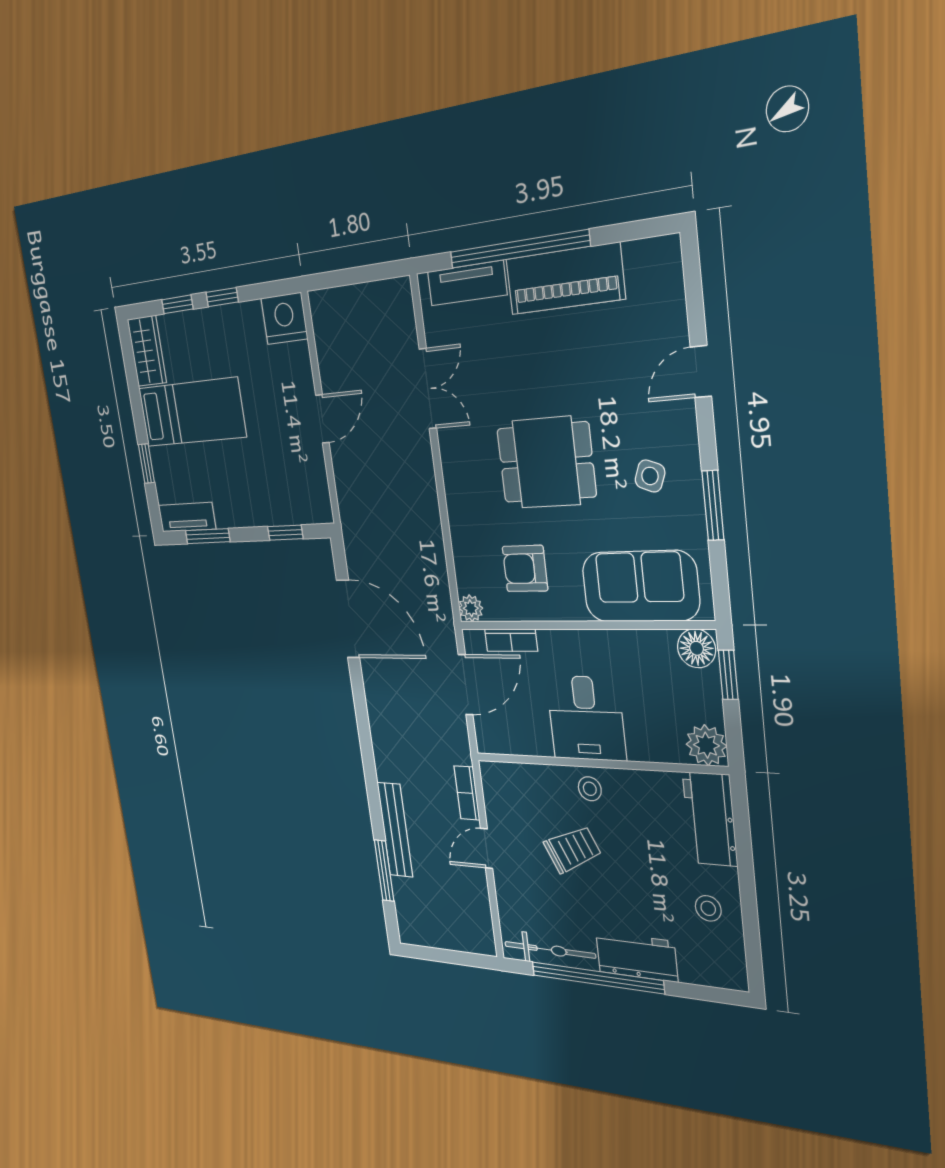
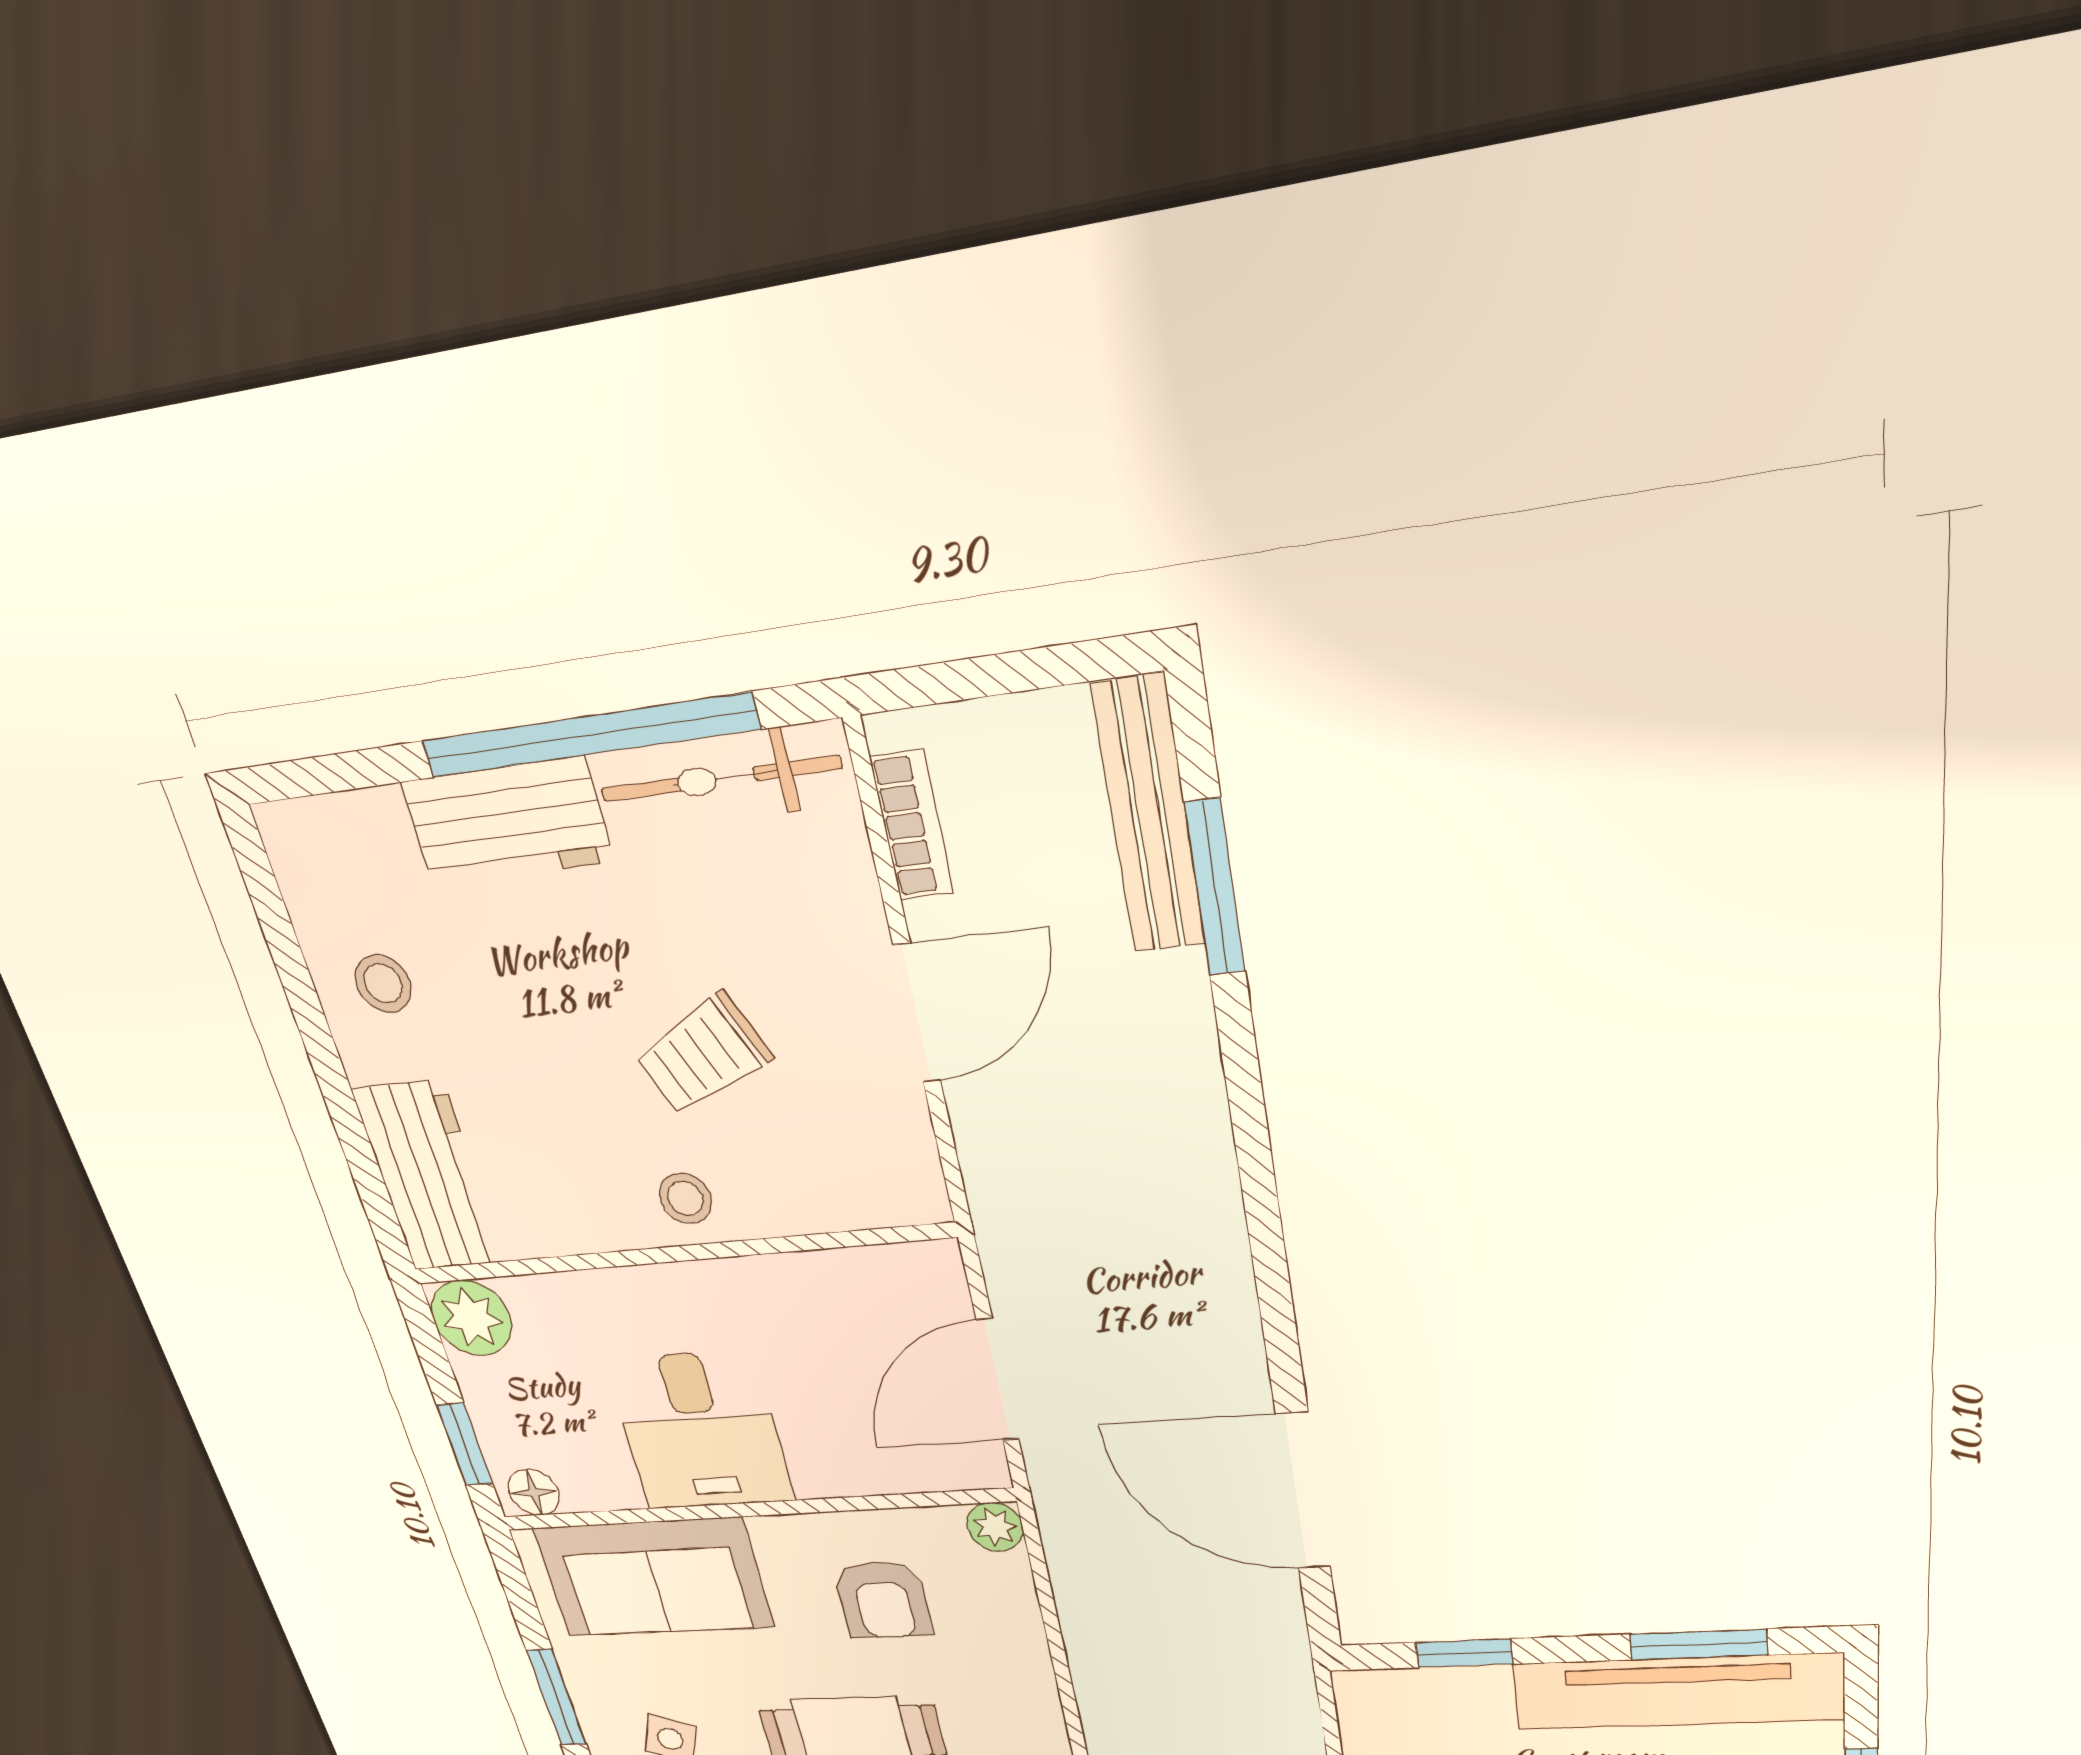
tv unit: (187, 517) -> (1677, 1692), width x1.92, depth x1.29
armchair: (525, 569) -> (883, 1600), turned 90
bookcase: (511, 640) -> (899, 1474), removed
floor lamp: (697, 648) -> (534, 1492), width x0.73, depth x0.73
desk: (586, 718) -> (700, 1431), moved, turned 180
bookcase: (467, 793) -> (912, 825), moved
bench: (395, 830) -> (1149, 816), moved
door: (486, 848) -> (917, 1013), width x1.38

